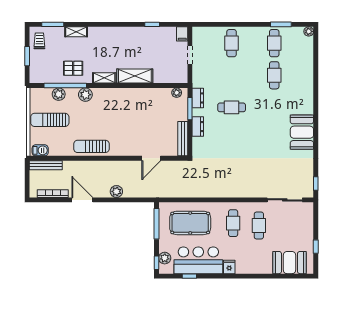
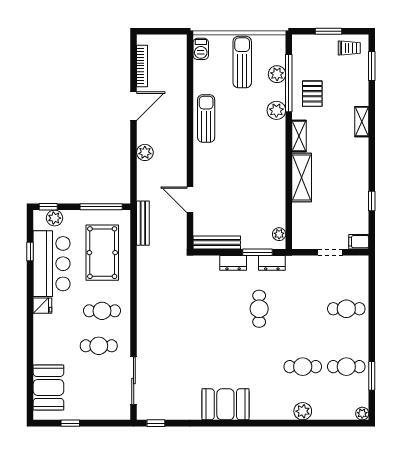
shelving: (76, 32) -> (362, 122), moved
plant: (307, 75) -> (303, 411), added
bench: (46, 165) -> (143, 223), moved

